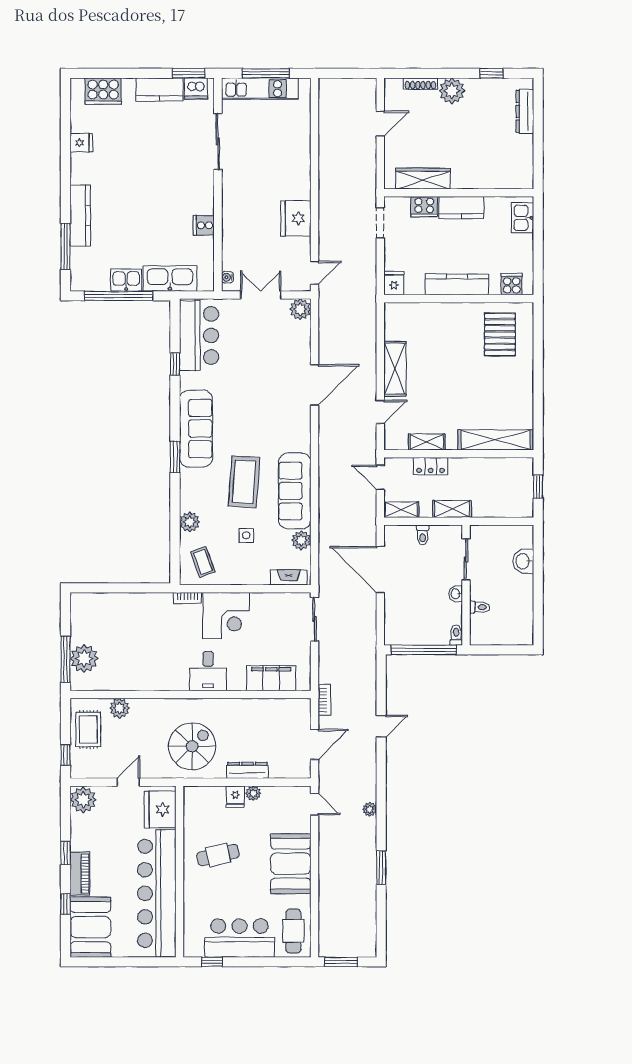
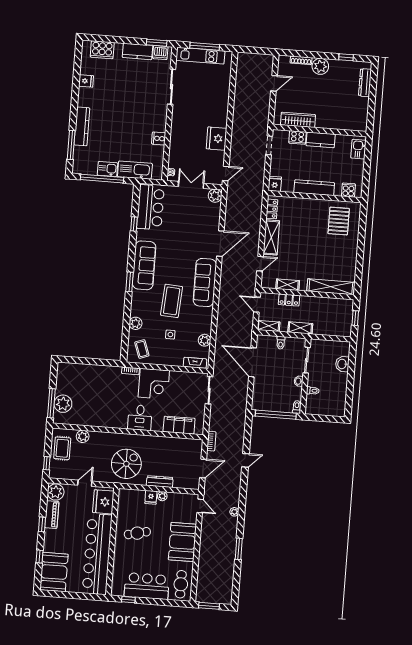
locker: (392, 323) -> (272, 209), added
sofa: (295, 491) -> (205, 282), moved
piano: (80, 874) -> (52, 515), moved

